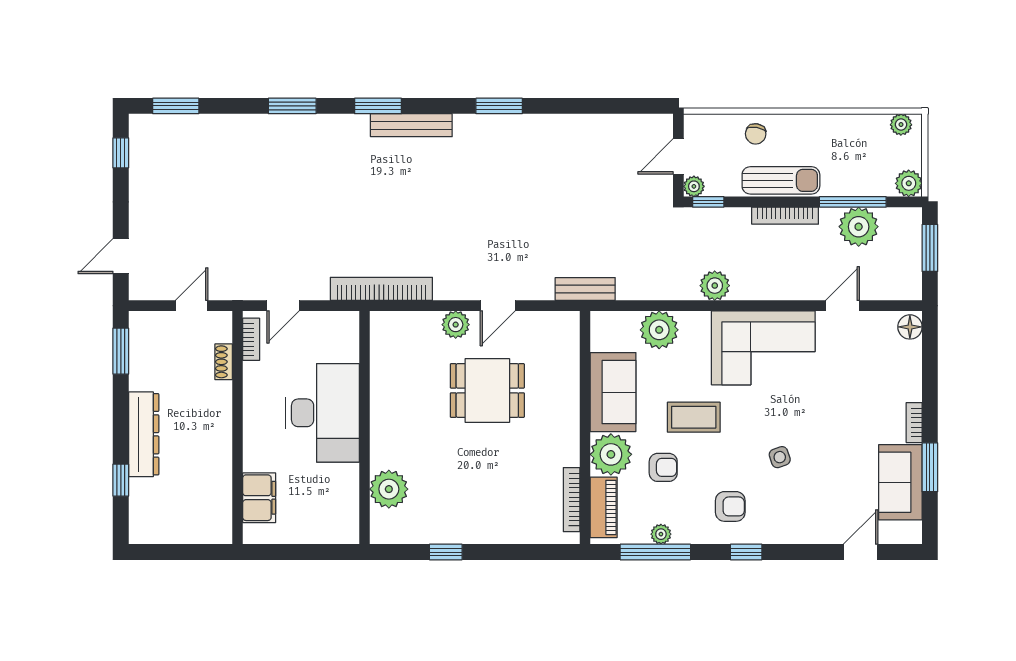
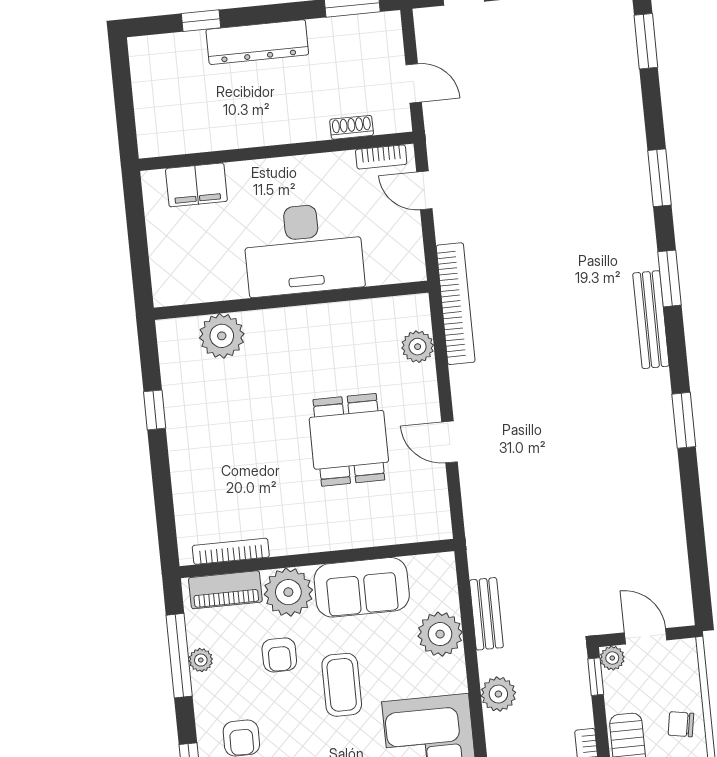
bench: (585, 289) -> (486, 614), moved
plant: (456, 325) -> (418, 347), moved

